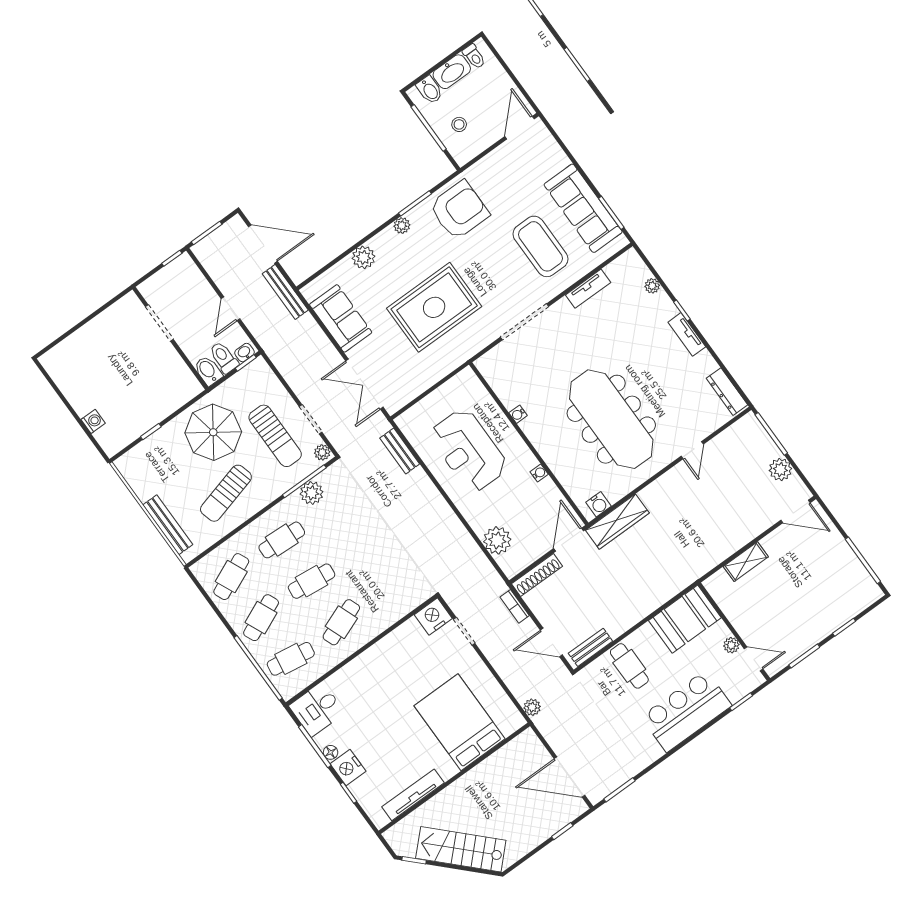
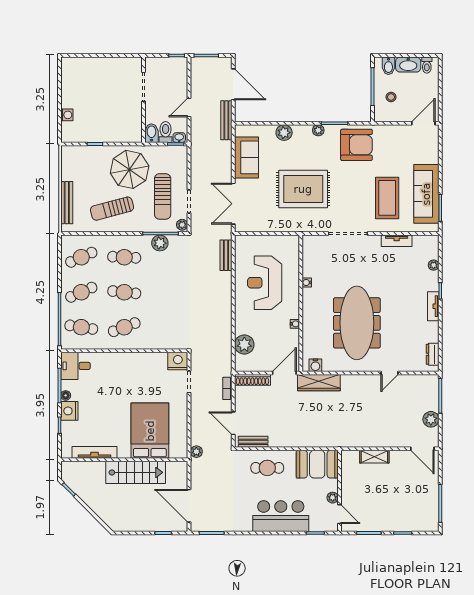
dresser: (727, 392) -> (433, 354), width x0.70
cafe table: (629, 666) -> (267, 468), turned 90
stairs: (461, 849) -> (136, 472), moved, turned 135

